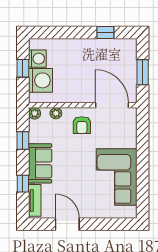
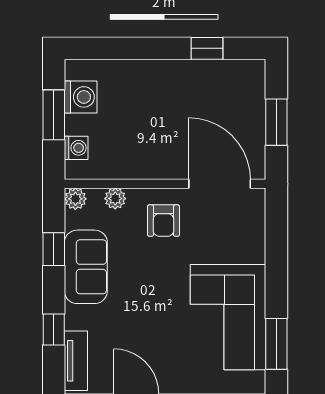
window: (23, 68) -> (54, 115), width x1.50
washing machine: (41, 80) -> (76, 148), width x0.53, depth x0.53
sofa: (40, 163) -> (86, 267), moved
window: (143, 191) -> (276, 344), added

